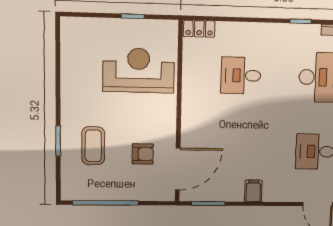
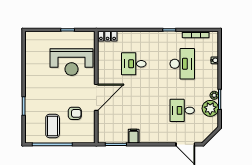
reception desk: (139, 70) -> (72, 62), turned 180
coffee table: (93, 146) -> (53, 126), moved
door: (178, 169) -> (96, 97), moved
filing cabinet: (253, 191) -> (134, 136), moved

